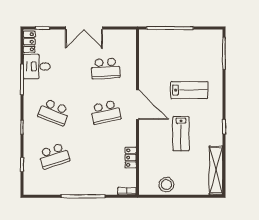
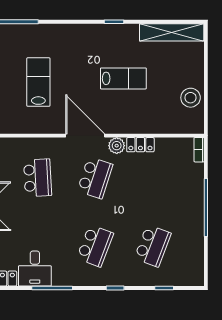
lab bench: (189, 90) -> (38, 82), moved
door: (138, 105) -> (85, 136), hinge flipped
school desk: (106, 112) -> (95, 178), turned 30
plant: (130, 129) -> (117, 146), added
school desk: (54, 156) -> (153, 246), turned 39
locker: (131, 158) -> (140, 145), moved

